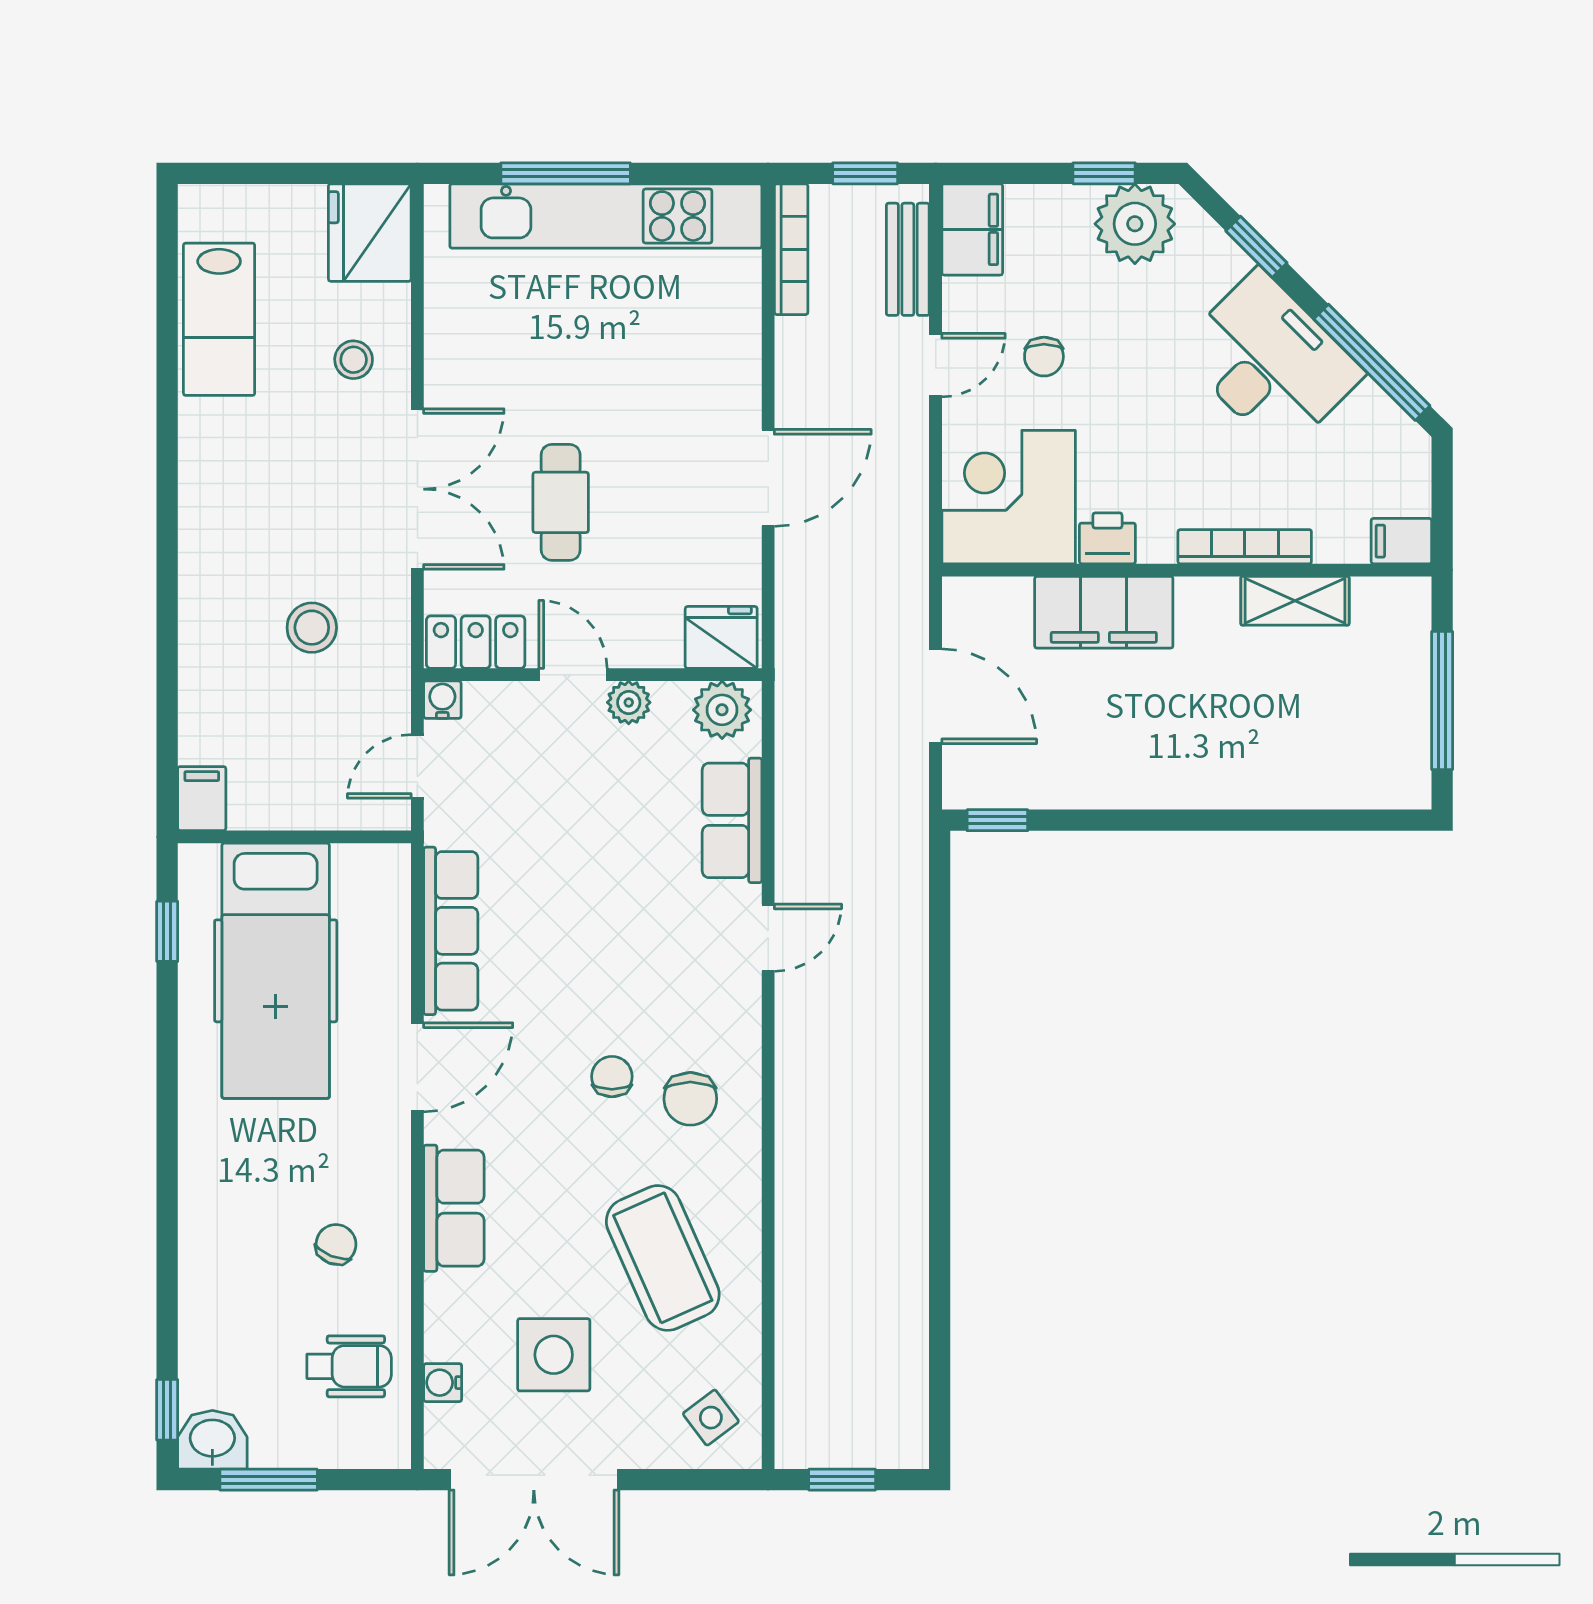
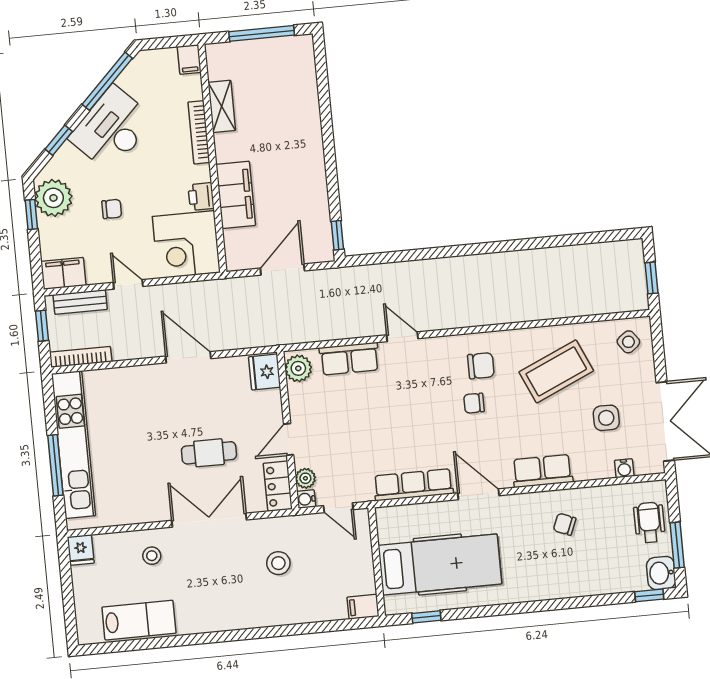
fridge: (370, 233) -> (81, 550), width x0.53, depth x0.75
chair: (1044, 357) -> (112, 209), moved
plant: (629, 702) -> (305, 478), moved
side table: (554, 1355) -> (606, 418), width x0.73, depth x0.73
wheelchair: (349, 1366) -> (649, 523), moved

